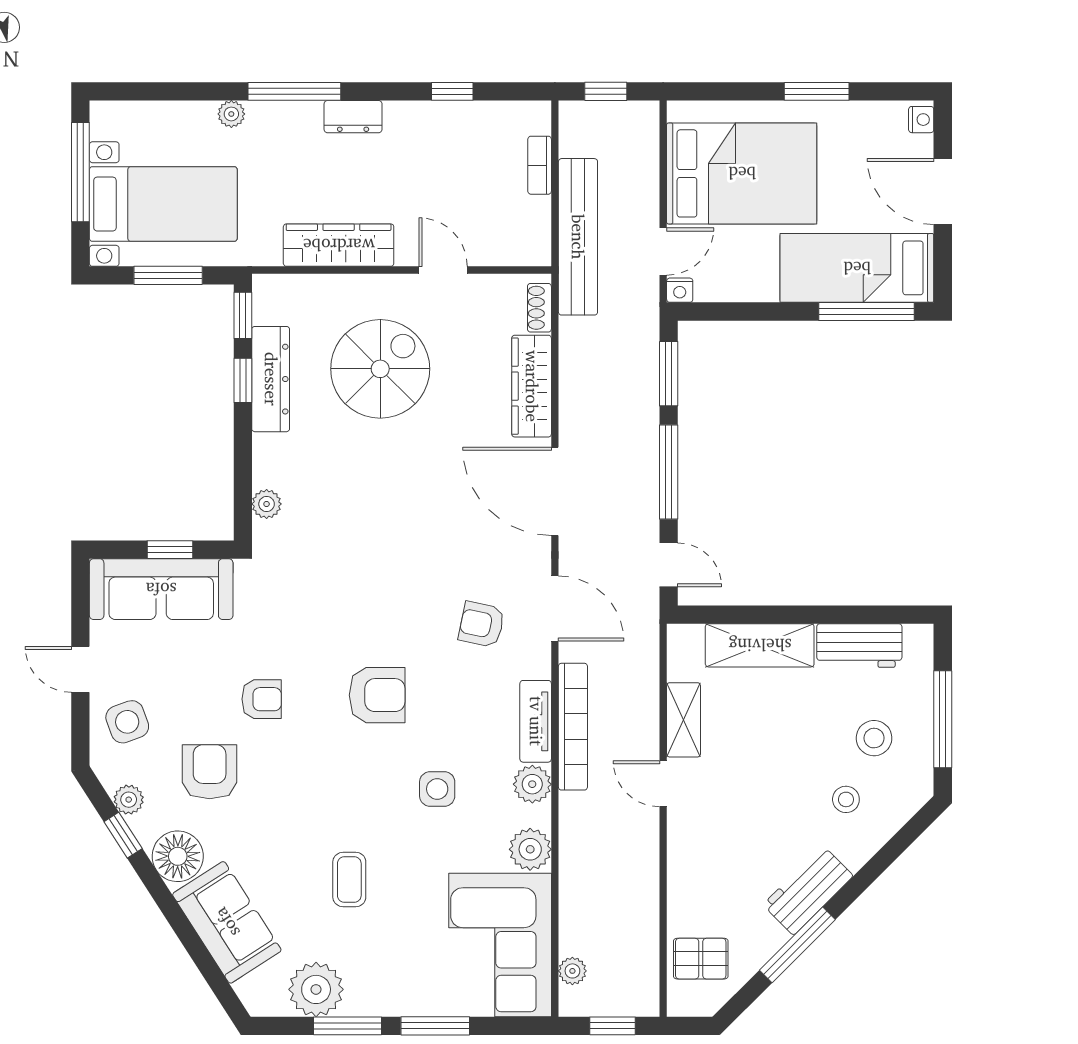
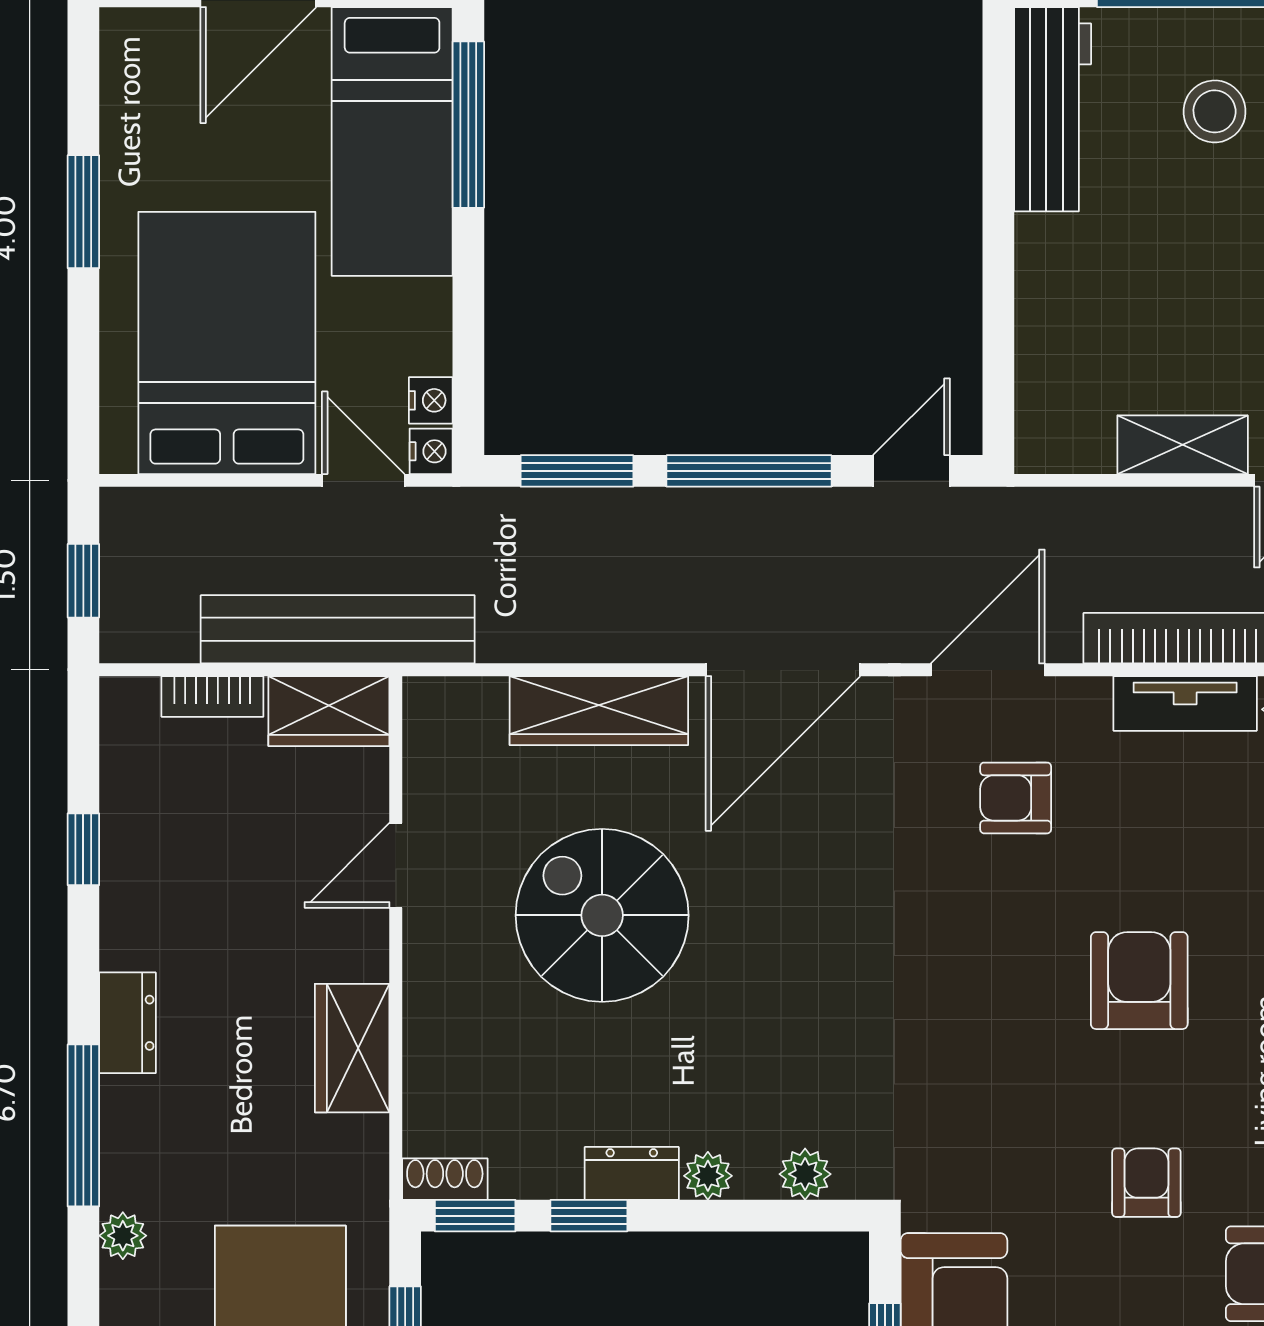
nightstand: (921, 120) -> (431, 400), moved, turned 90
wardrobe: (531, 232) -> (329, 711), added
wardrobe: (339, 245) -> (352, 1048), width x0.67
shoe rack: (539, 308) -> (445, 1179), moved, turned 180
spiral stairs: (380, 369) -> (602, 915), moved
dresser: (271, 379) -> (632, 1173), width x0.51, depth x0.80
plant: (266, 448) -> (708, 1176), added
armchair: (482, 624) -> (1016, 798), turned 78
shelving: (760, 645) -> (1052, 311), removed
workbench: (859, 646) -> (1053, 109), width x1.38

